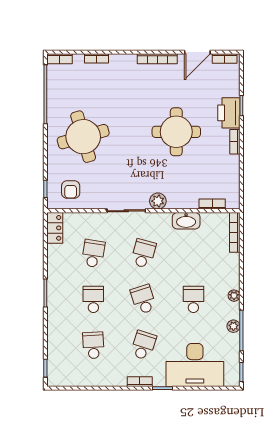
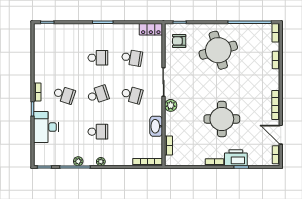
school desk: (93, 345) -> (64, 58), removed
desk: (195, 365) -> (46, 127), width x0.73, depth x0.77

